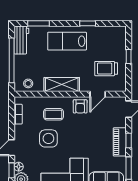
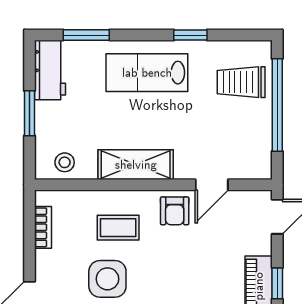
window: (129, 56) -> (277, 105), width x3.17
window: (12, 60) -> (29, 113), width x0.47
trolley: (106, 69) -> (241, 82), moved

